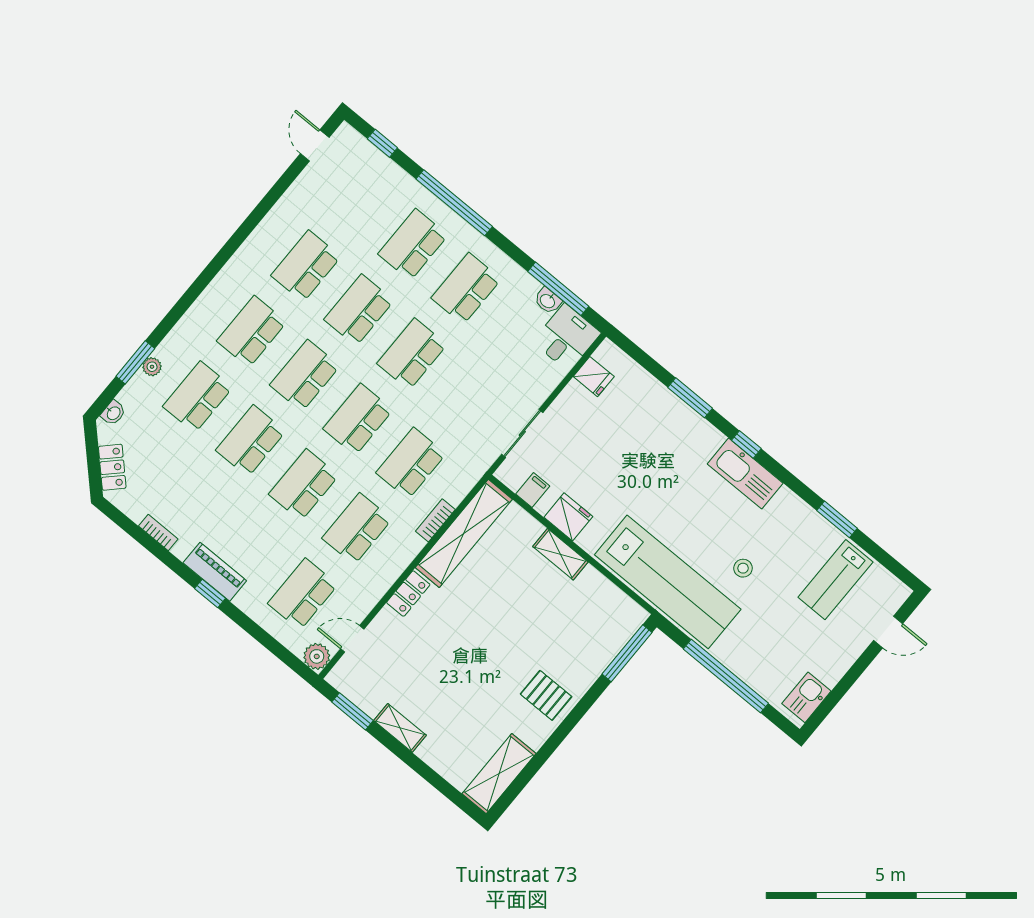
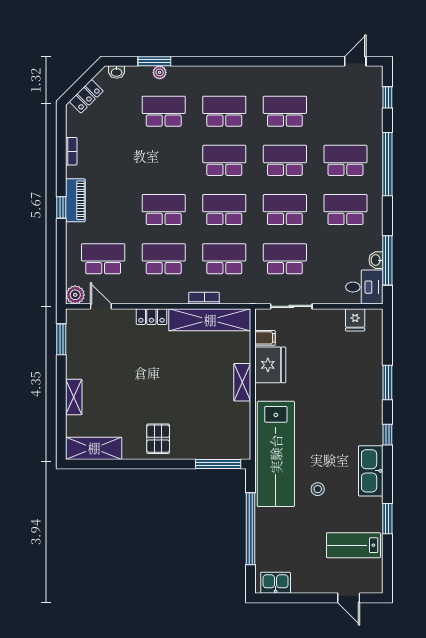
school desk: (251, 441) -> (285, 259), moved
kitchen sink: (745, 474) -> (371, 471), moved
fridge: (568, 517) -> (270, 365), width x1.36, depth x1.34
shelving: (400, 728) -> (74, 397), moved

